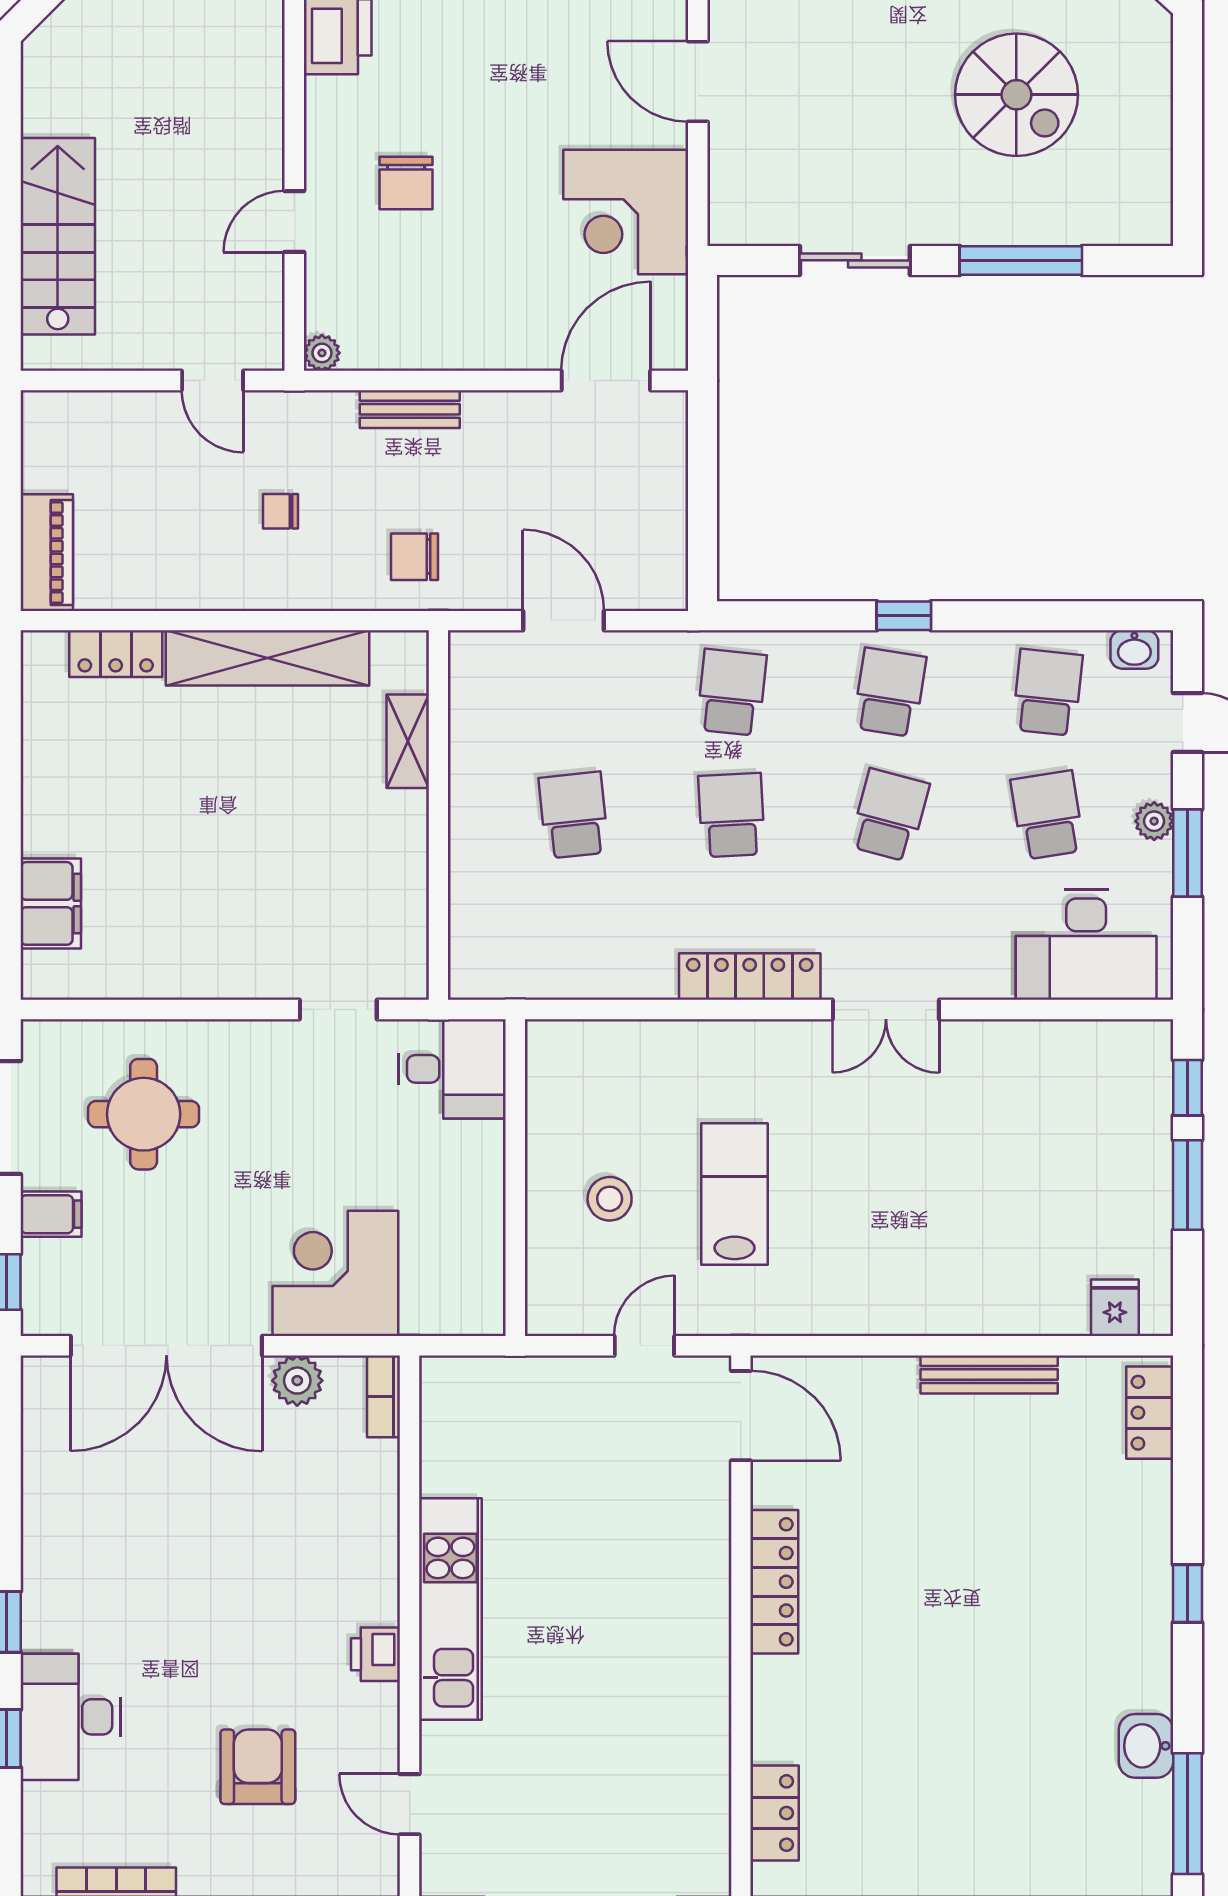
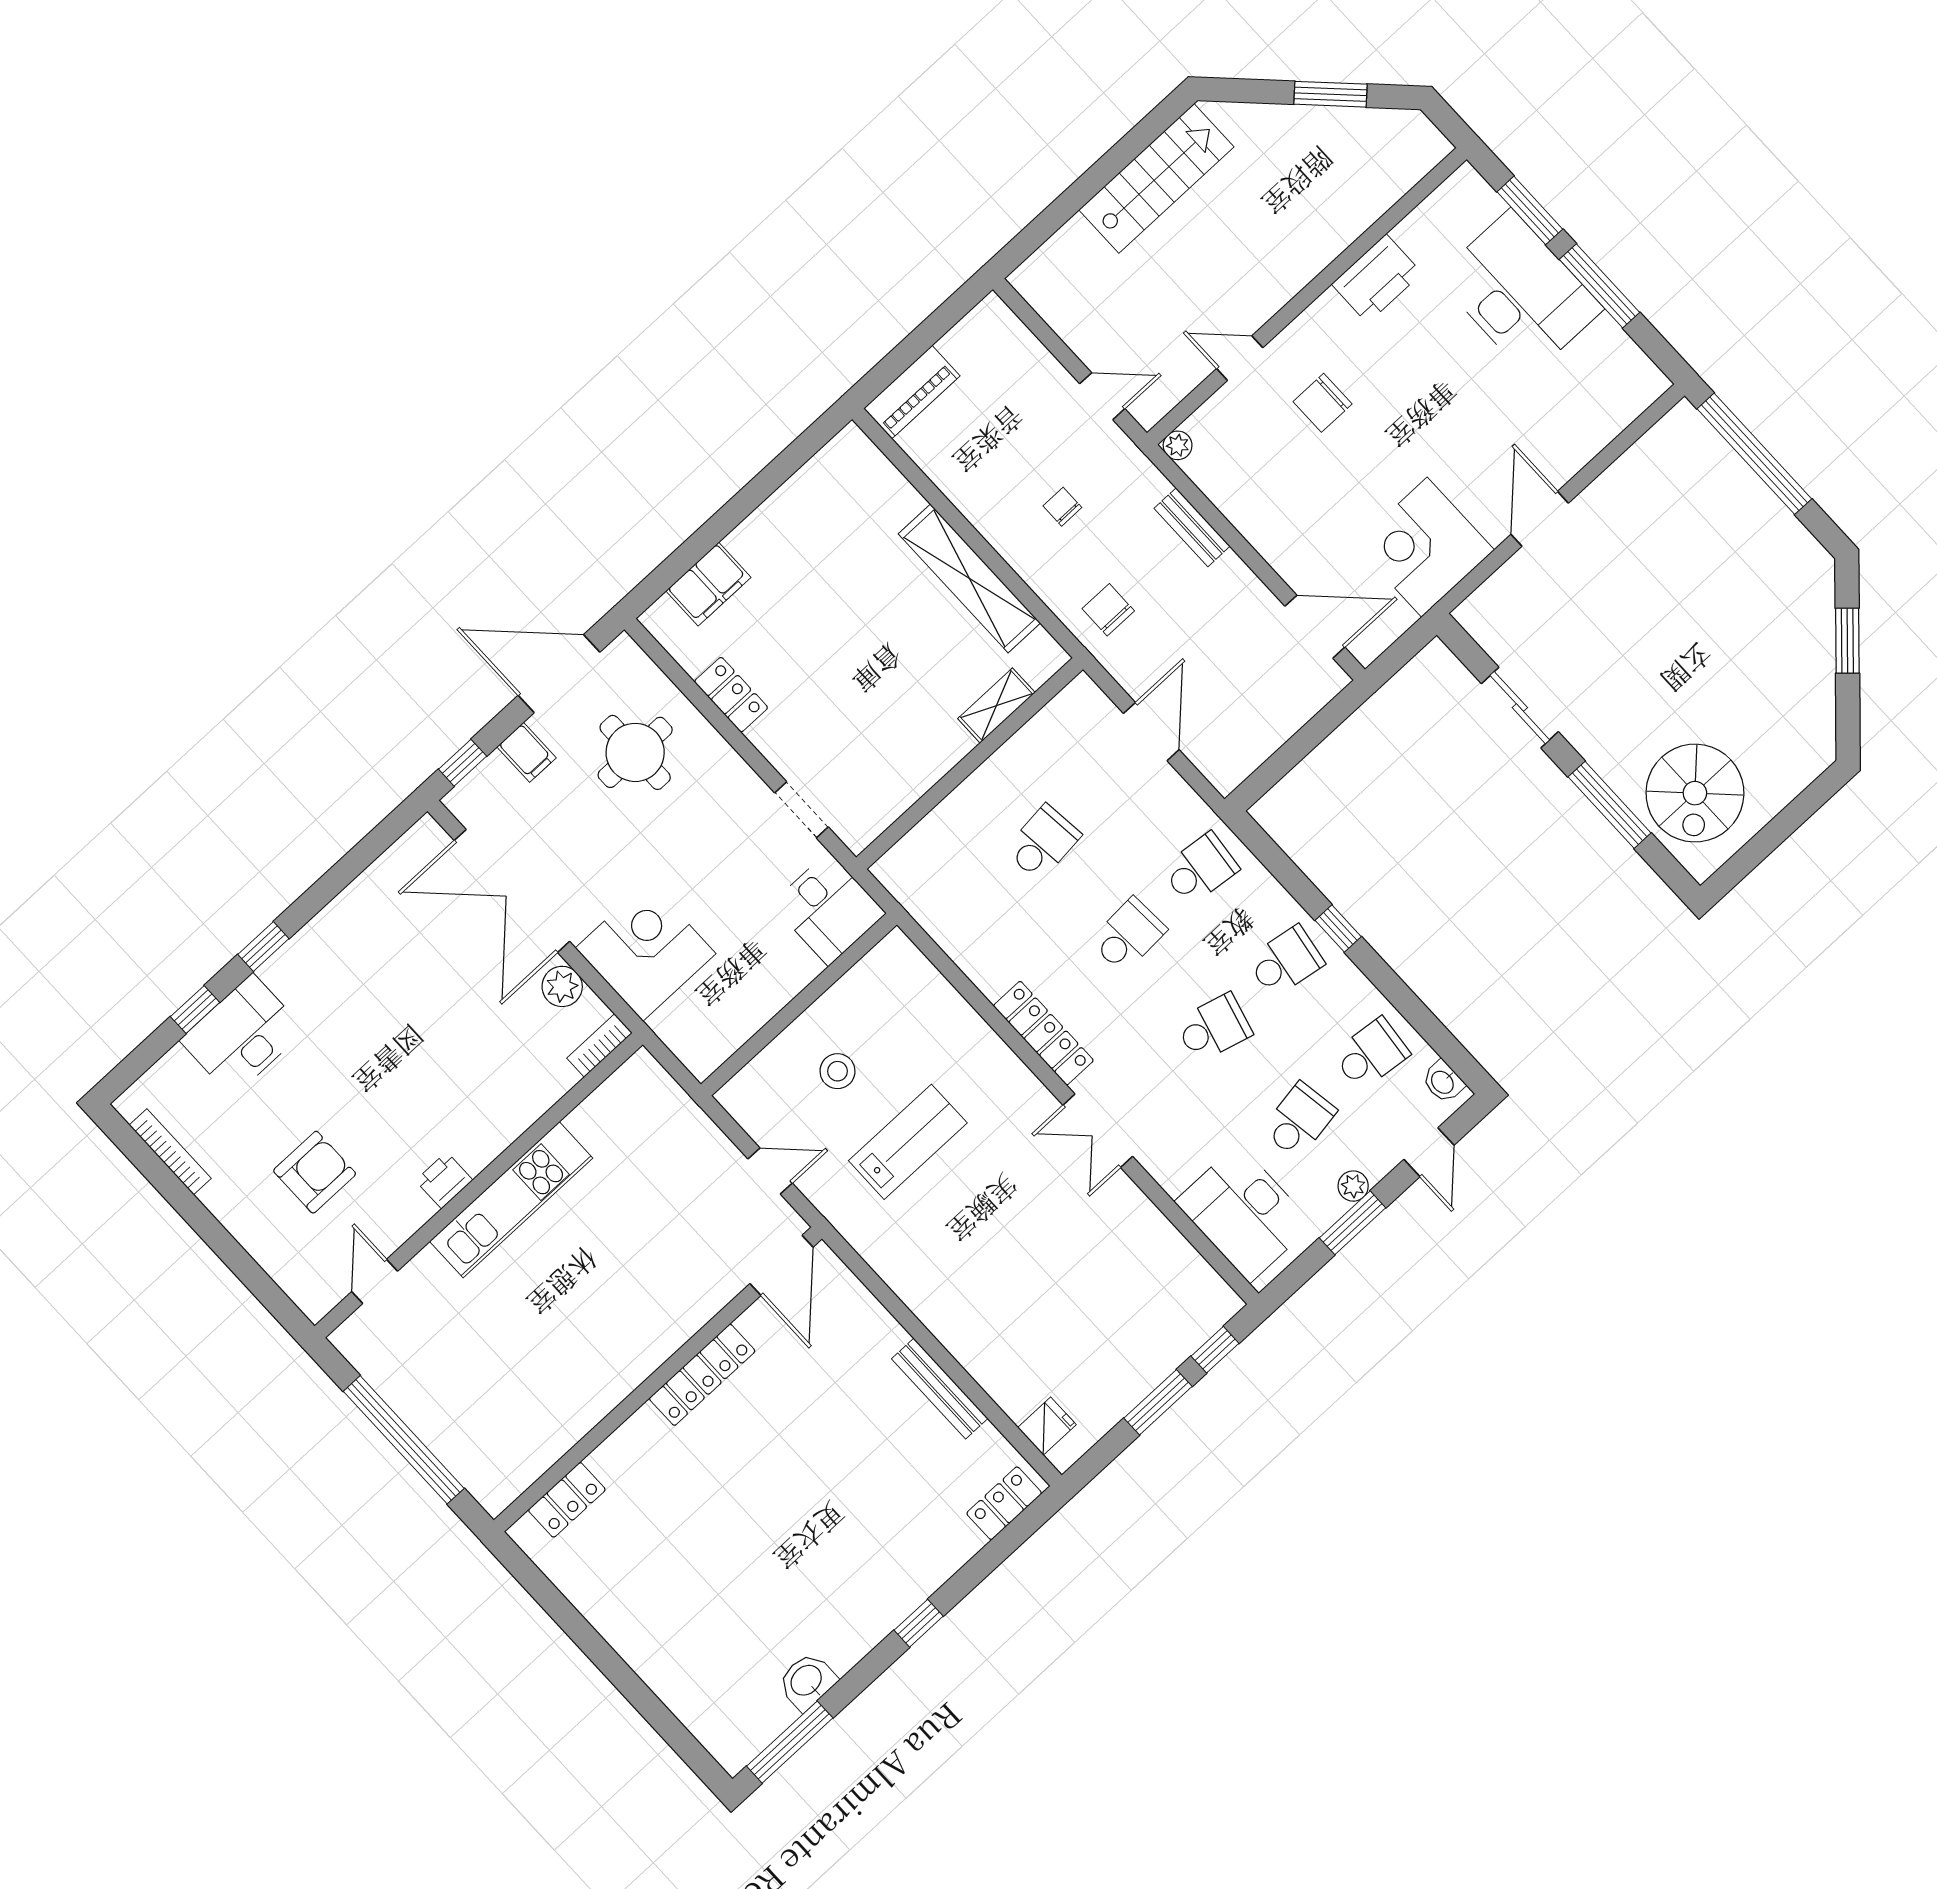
spiral stairs: (1016, 95) -> (1695, 793), moved
stairs: (58, 236) -> (1156, 178), moved
door: (213, 381) -> (1102, 396), swing flipped
locker: (116, 654) -> (731, 695), moved, turned 180

